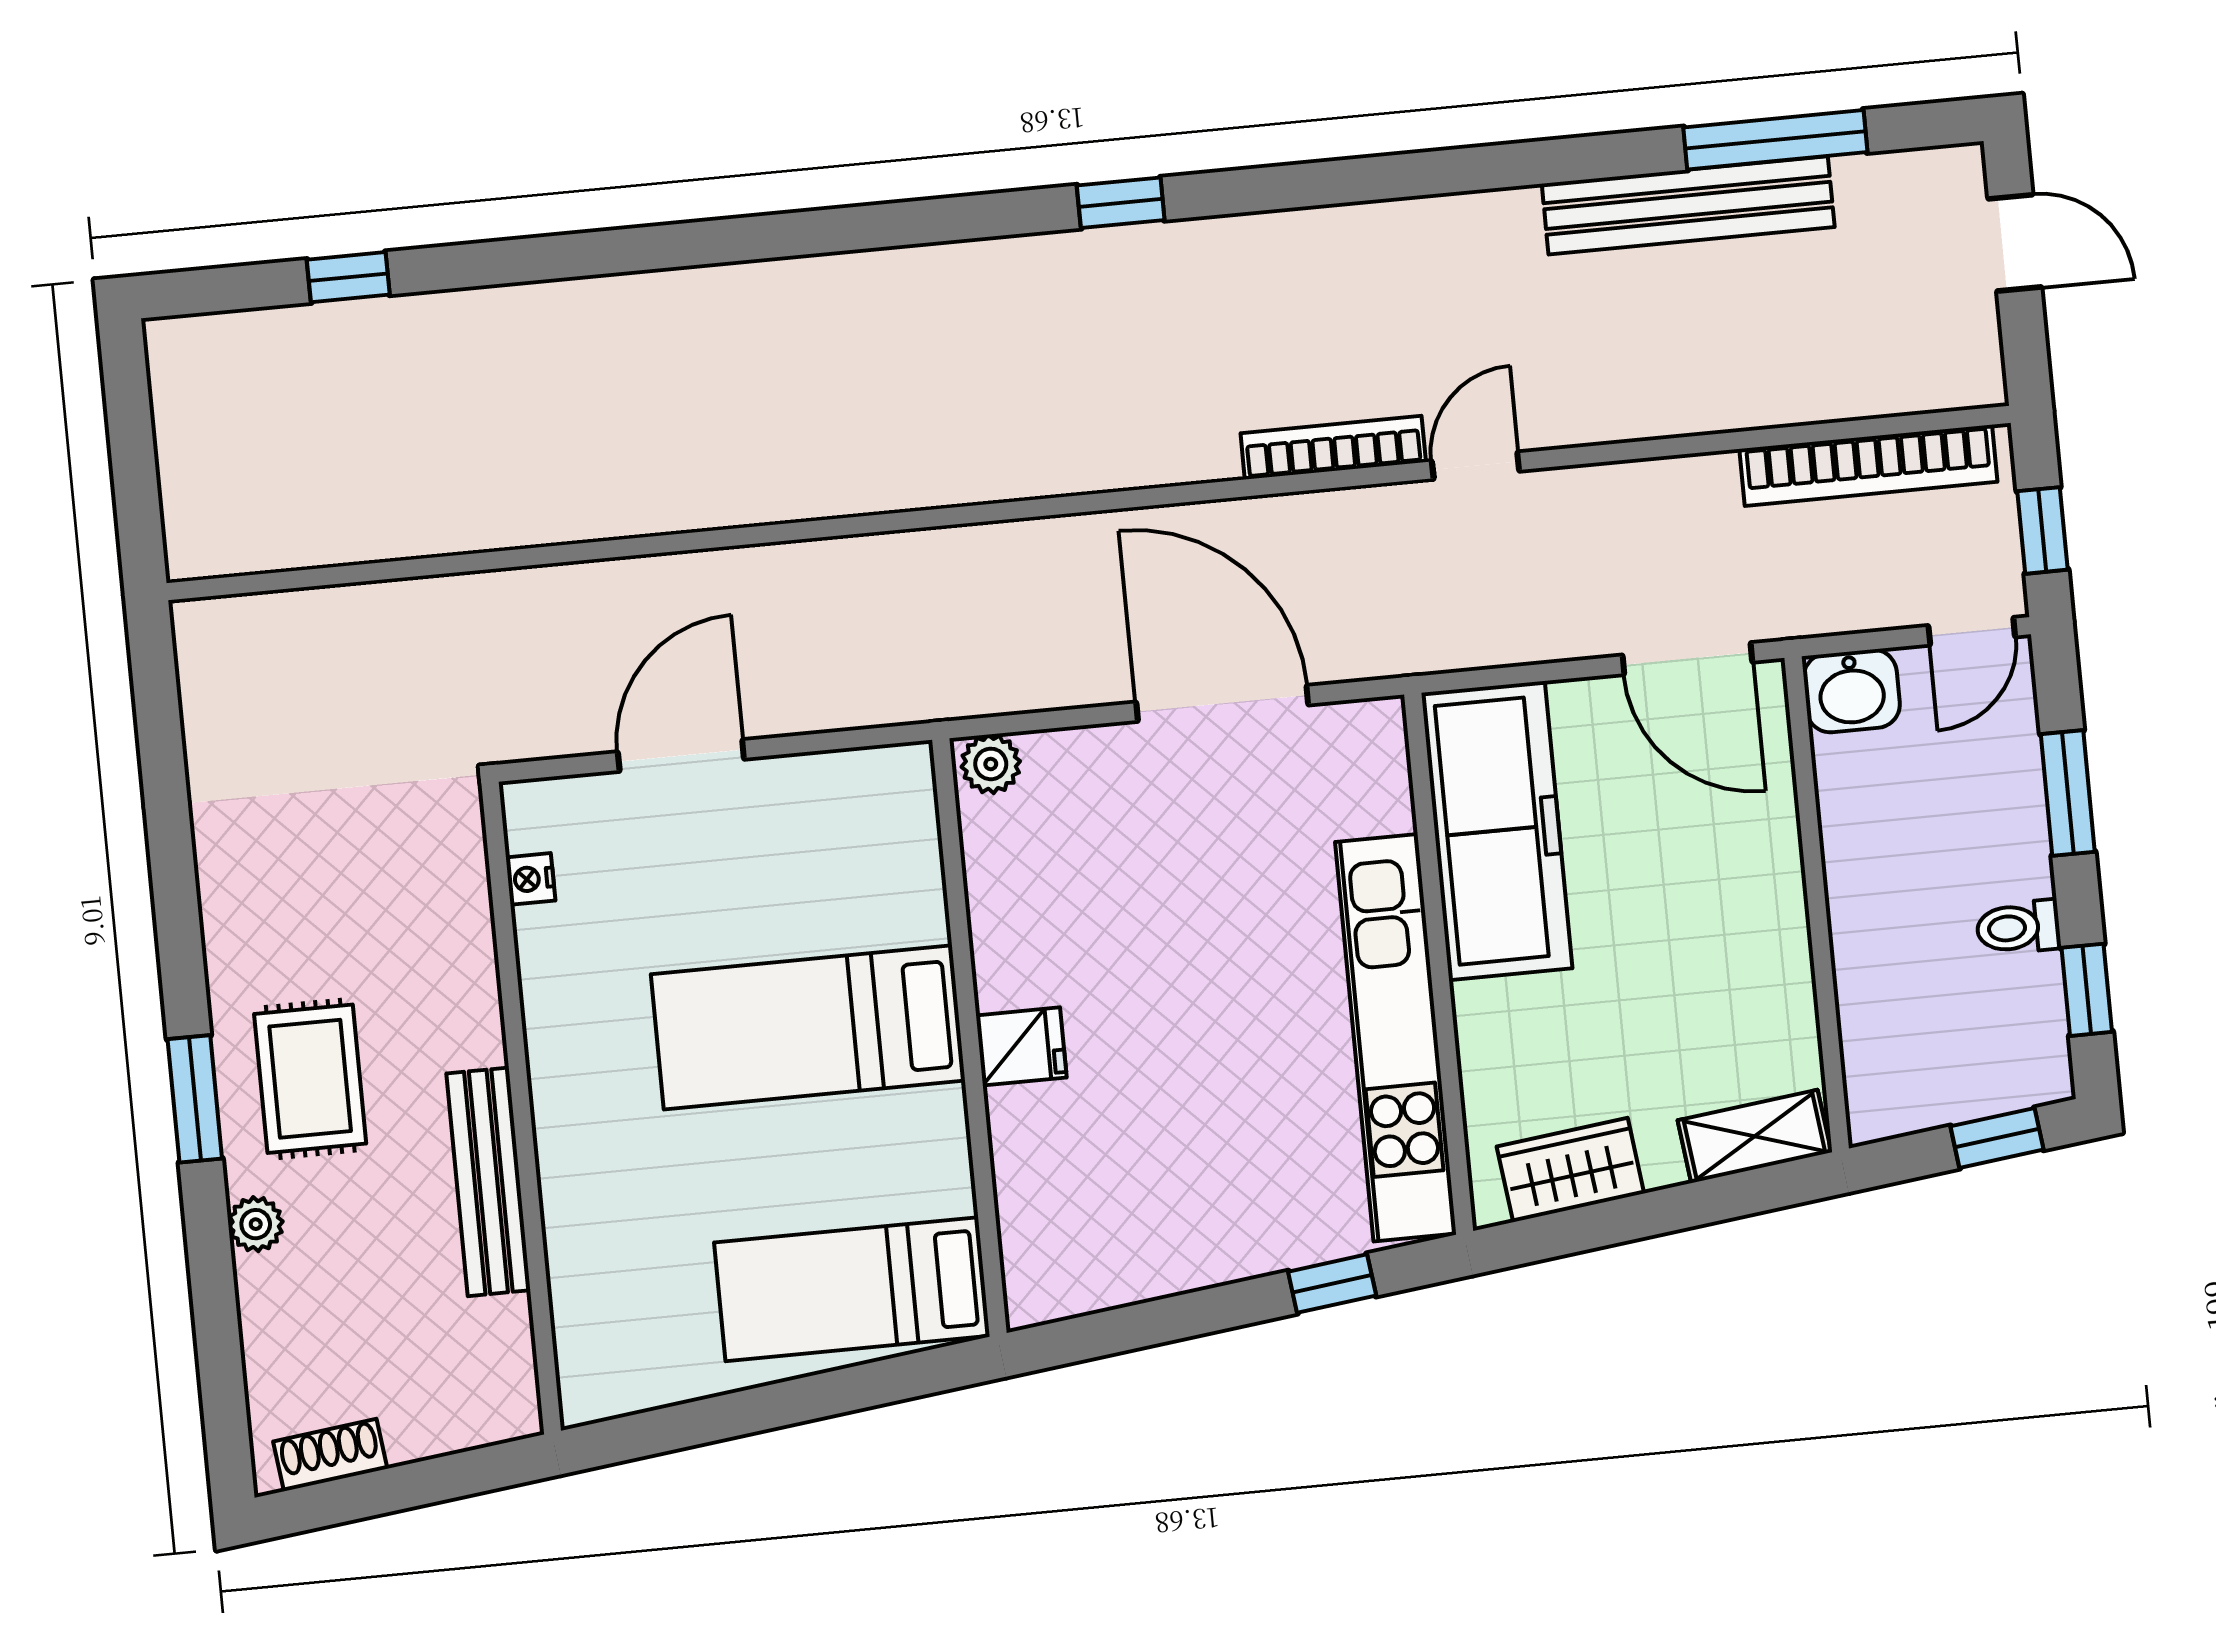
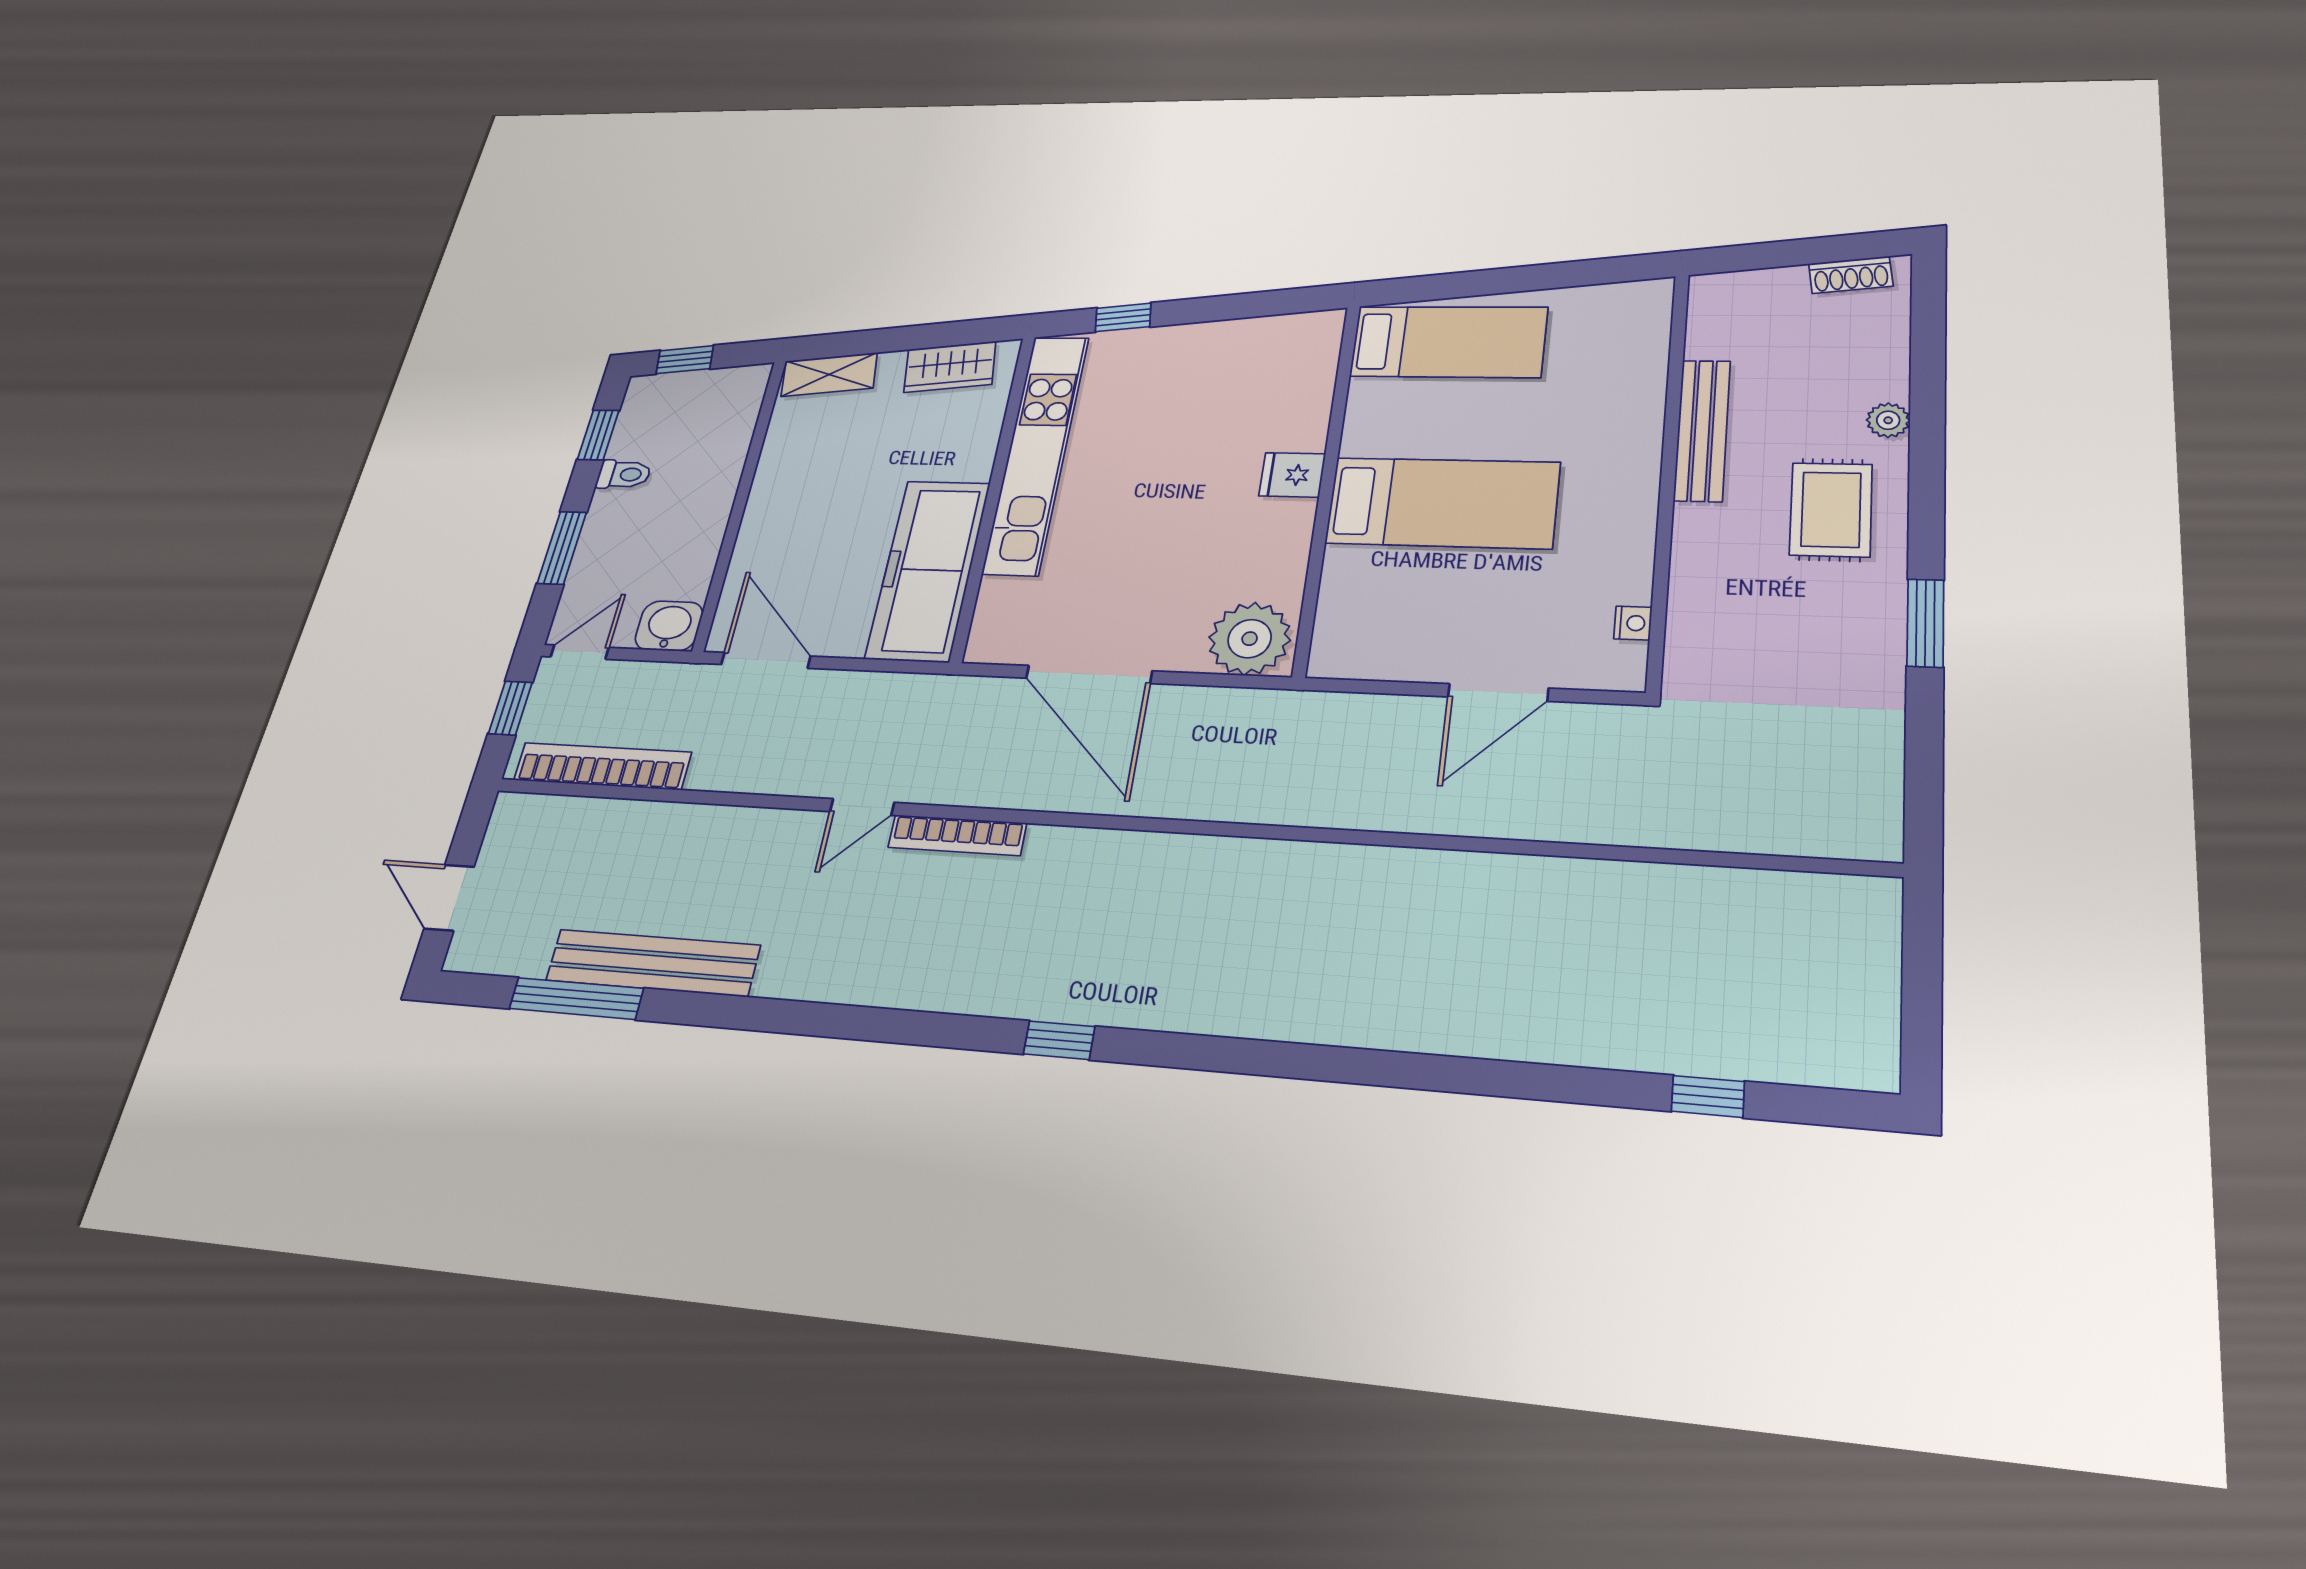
plant: (991, 764) -> (1250, 639), width x1.88, depth x1.88
window: (195, 1099) -> (1925, 623), moved

